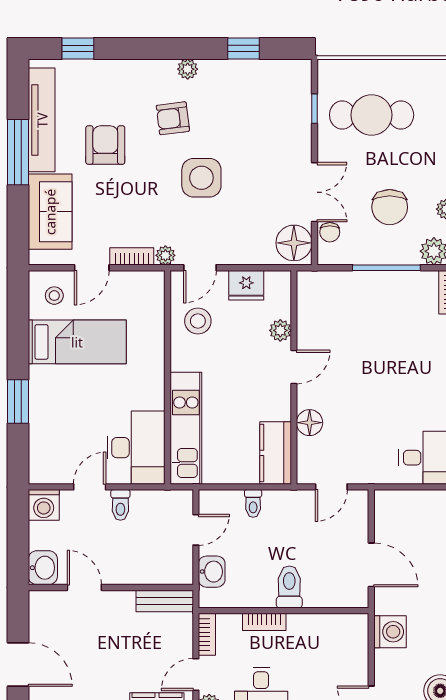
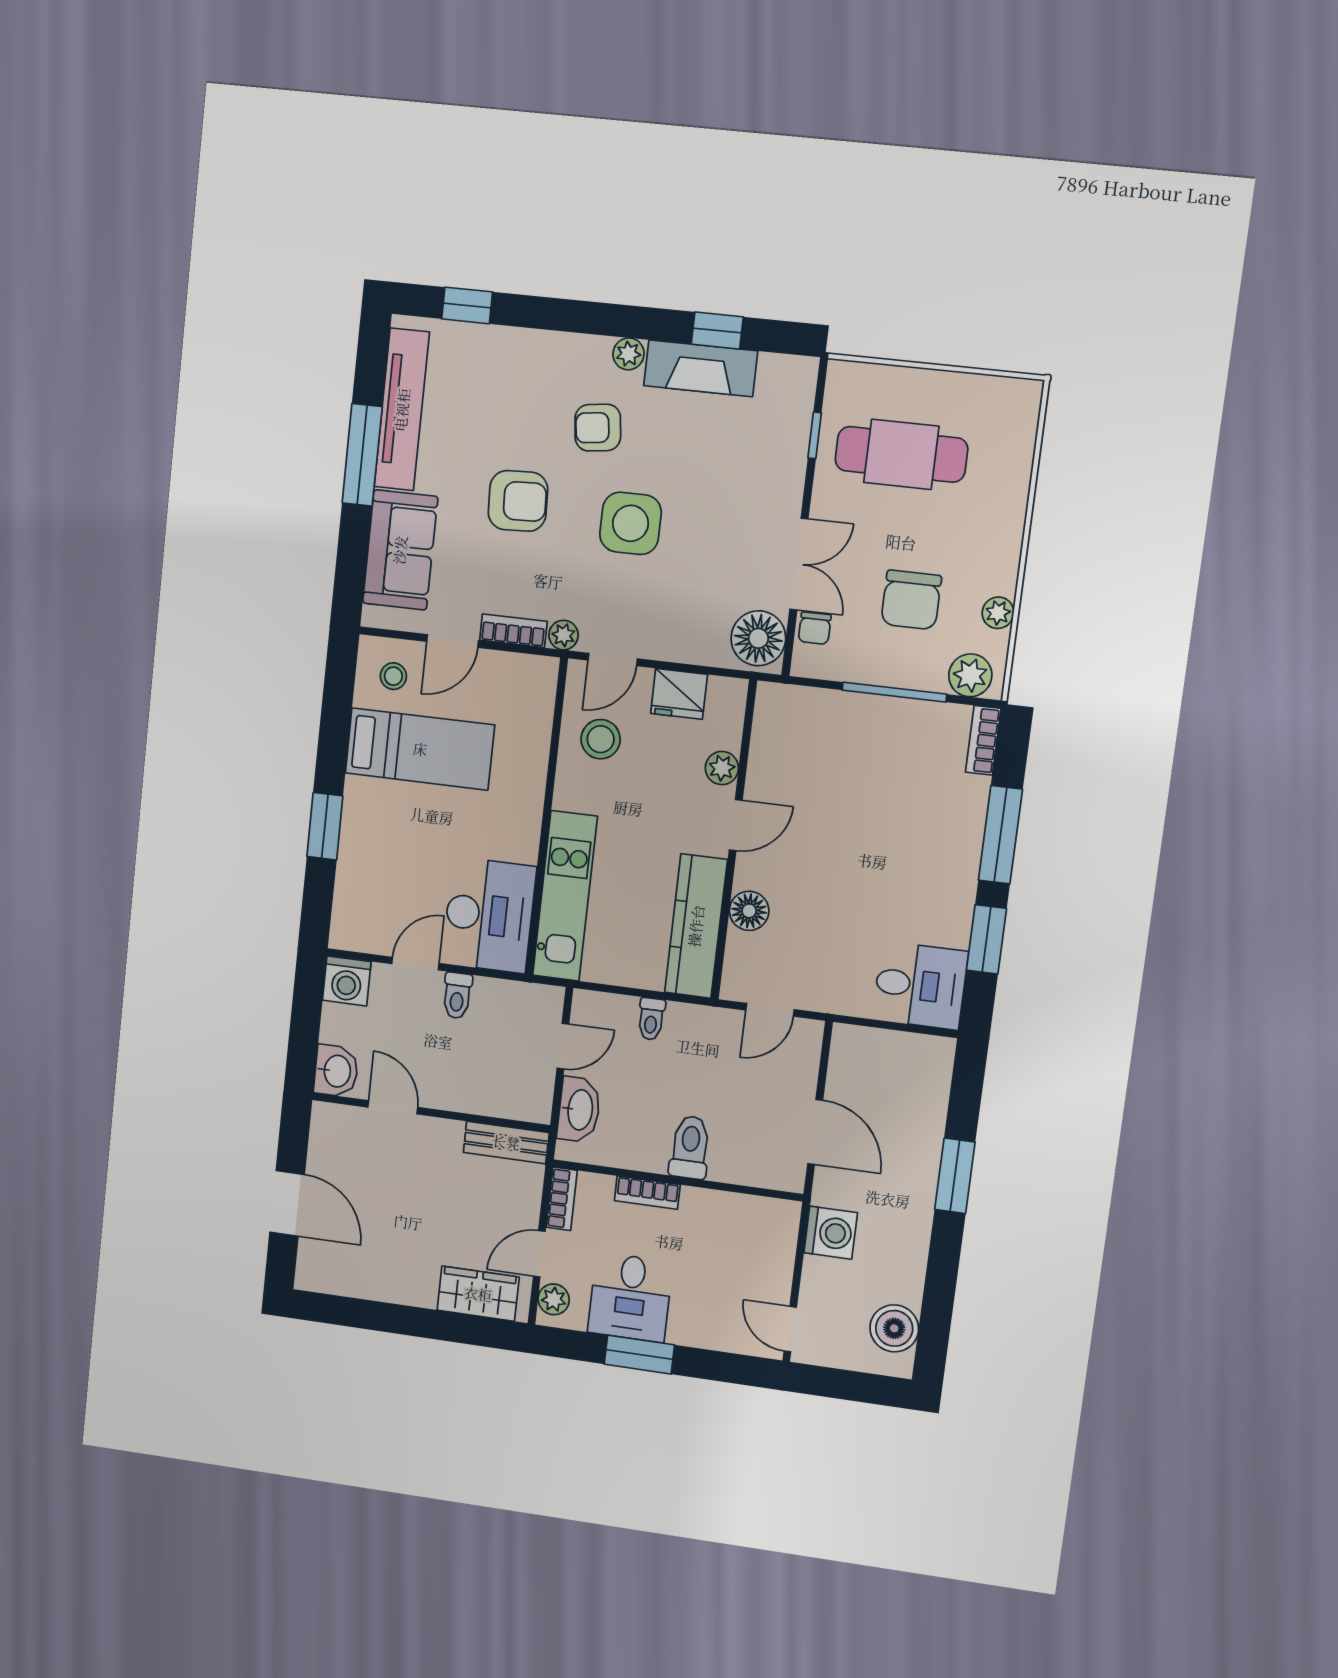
fireplace: (236, 74) -> (701, 368), added
armchair: (105, 145) -> (518, 501), moved, turned 88
kitchen counter: (276, 453) -> (696, 926), width x1.50
washbasin: (212, 572) -> (579, 1110), width x1.38

